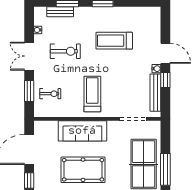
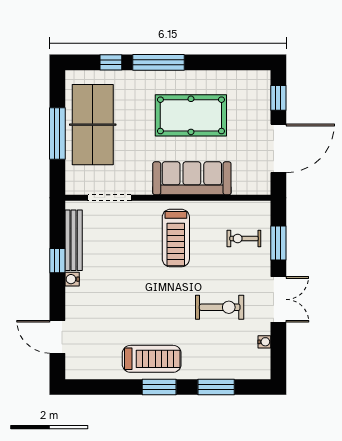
bench: (60, 12) -> (228, 371), removed
treadmill: (114, 41) -> (152, 359), moved
exercise bike: (65, 51) -> (220, 307), turned 180
door: (165, 53) -> (57, 337), moved
window: (165, 169) -> (57, 133), moved

